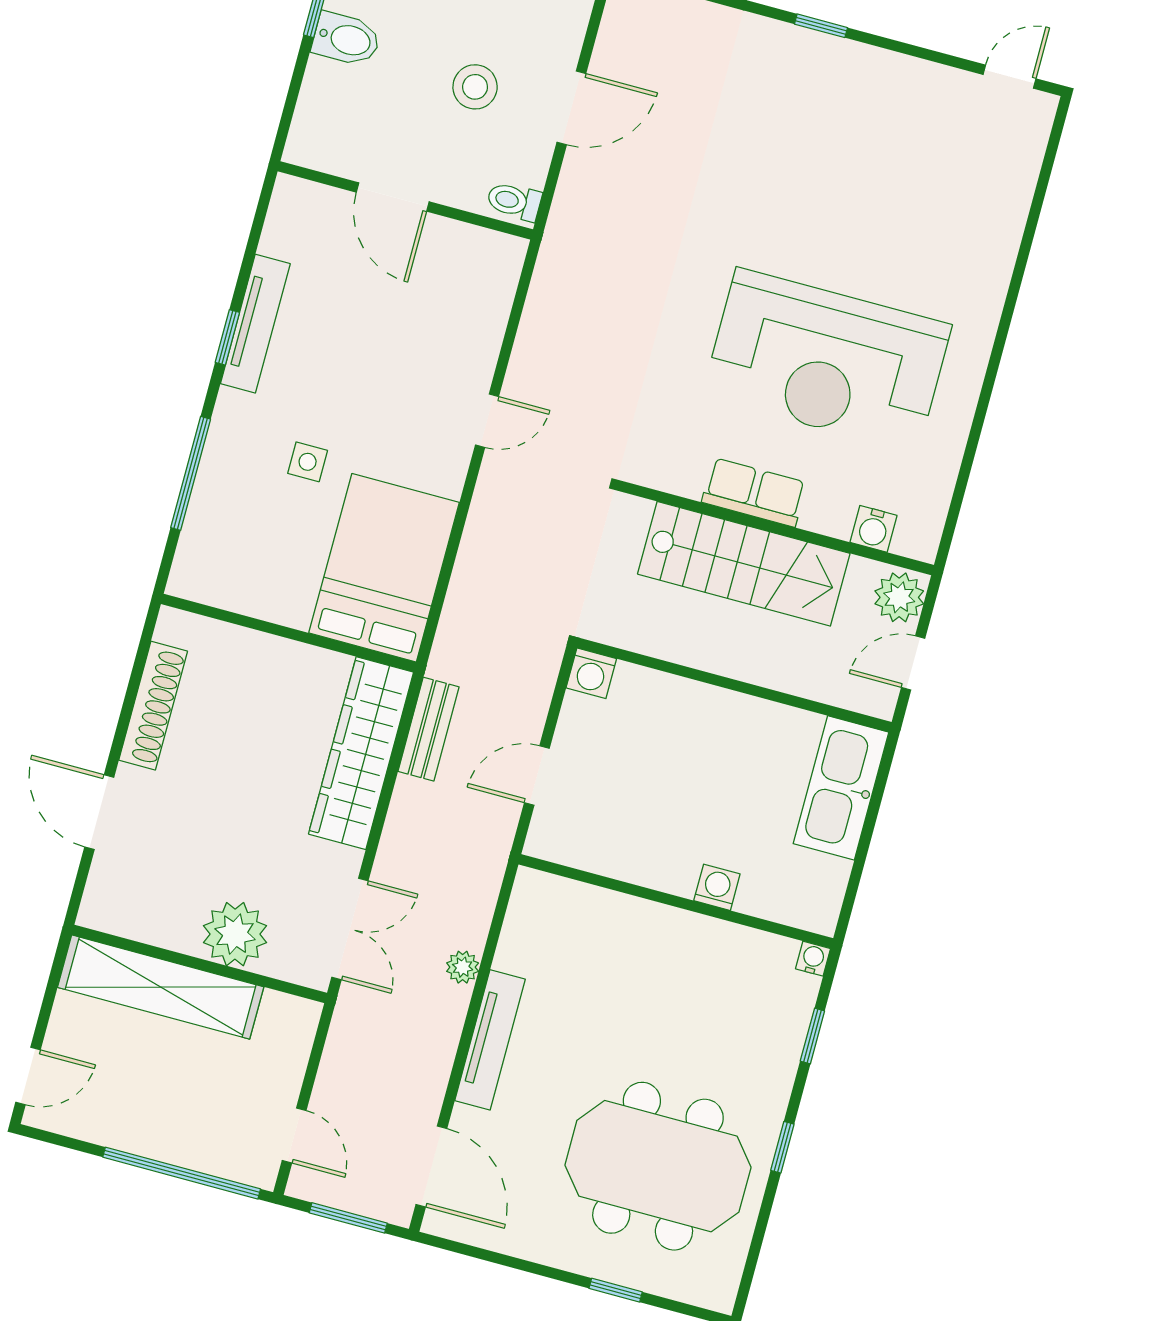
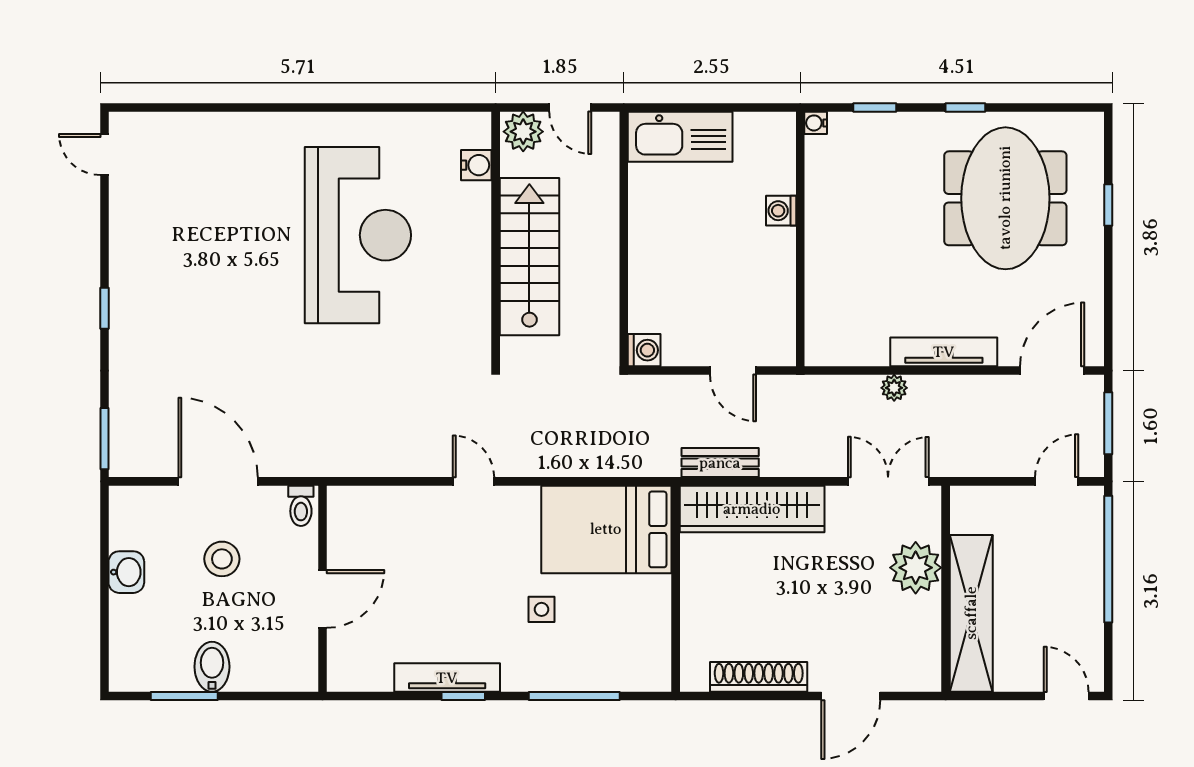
door: (571, 108) -> (218, 481), width x1.36
row of seats: (754, 492) -> (473, 263), removed

